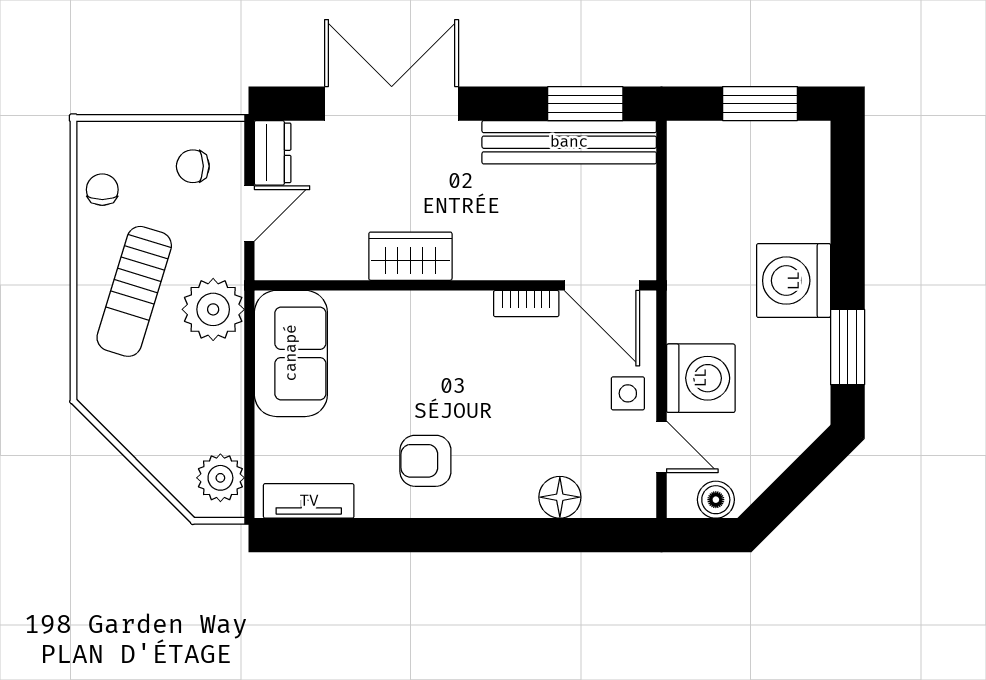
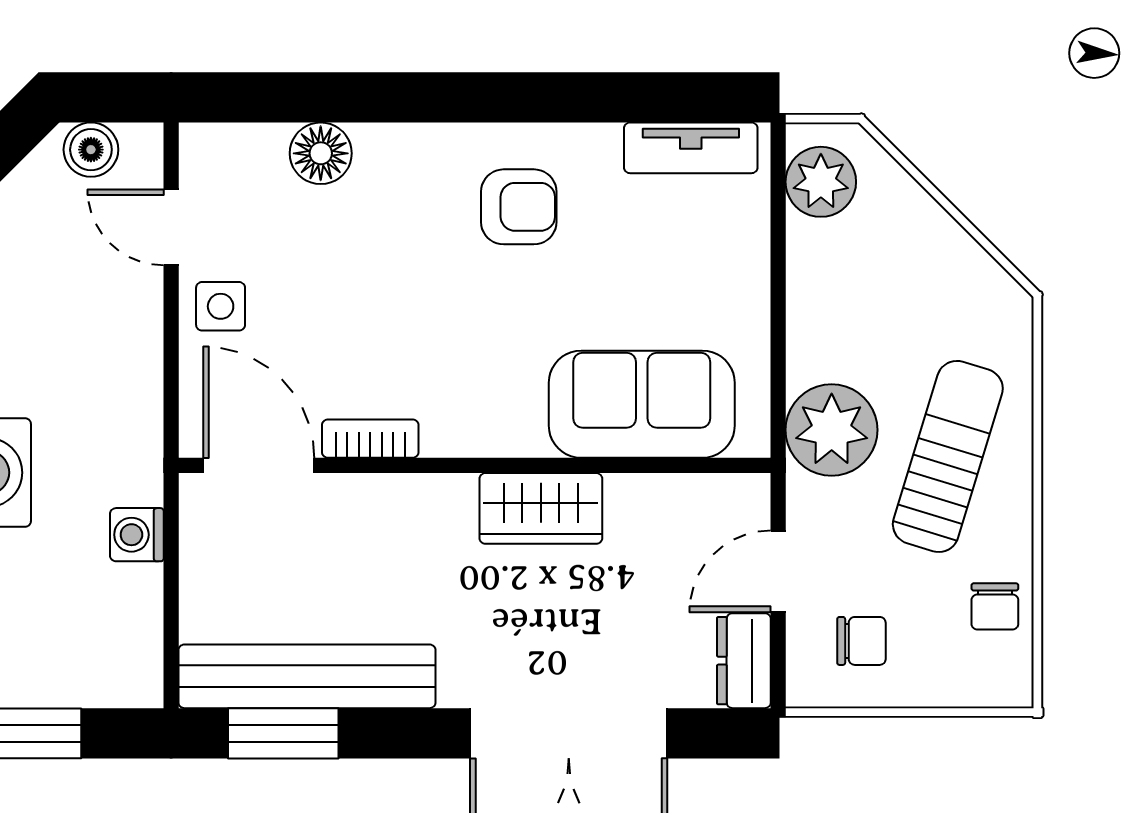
sofa: (291, 353) -> (642, 404), moved, turned 90
washing machine: (701, 378) -> (137, 535), moved, width x0.53, depth x0.53

